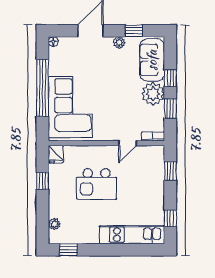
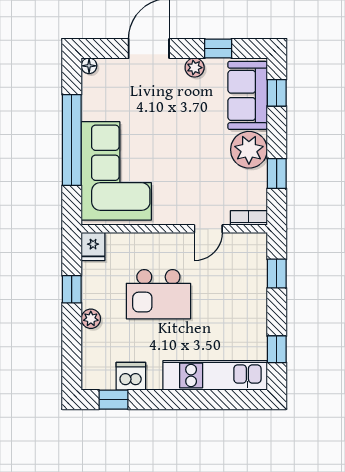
window: (170, 78) -> (277, 93), moved
plant: (54, 224) -> (91, 319), moved
dishwasher: (79, 235) -> (131, 376), added

